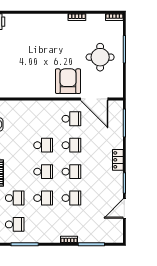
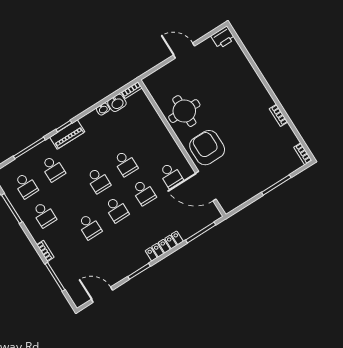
round table: (100, 57) -> (184, 111), moved
armchair: (68, 81) -> (207, 148), turned -90
door: (94, 99) -> (206, 186), hinge flipped
locker: (118, 160) -> (164, 246), width x1.53
school desk: (43, 198) -> (44, 215), moved
door: (124, 209) -> (102, 295), moved

